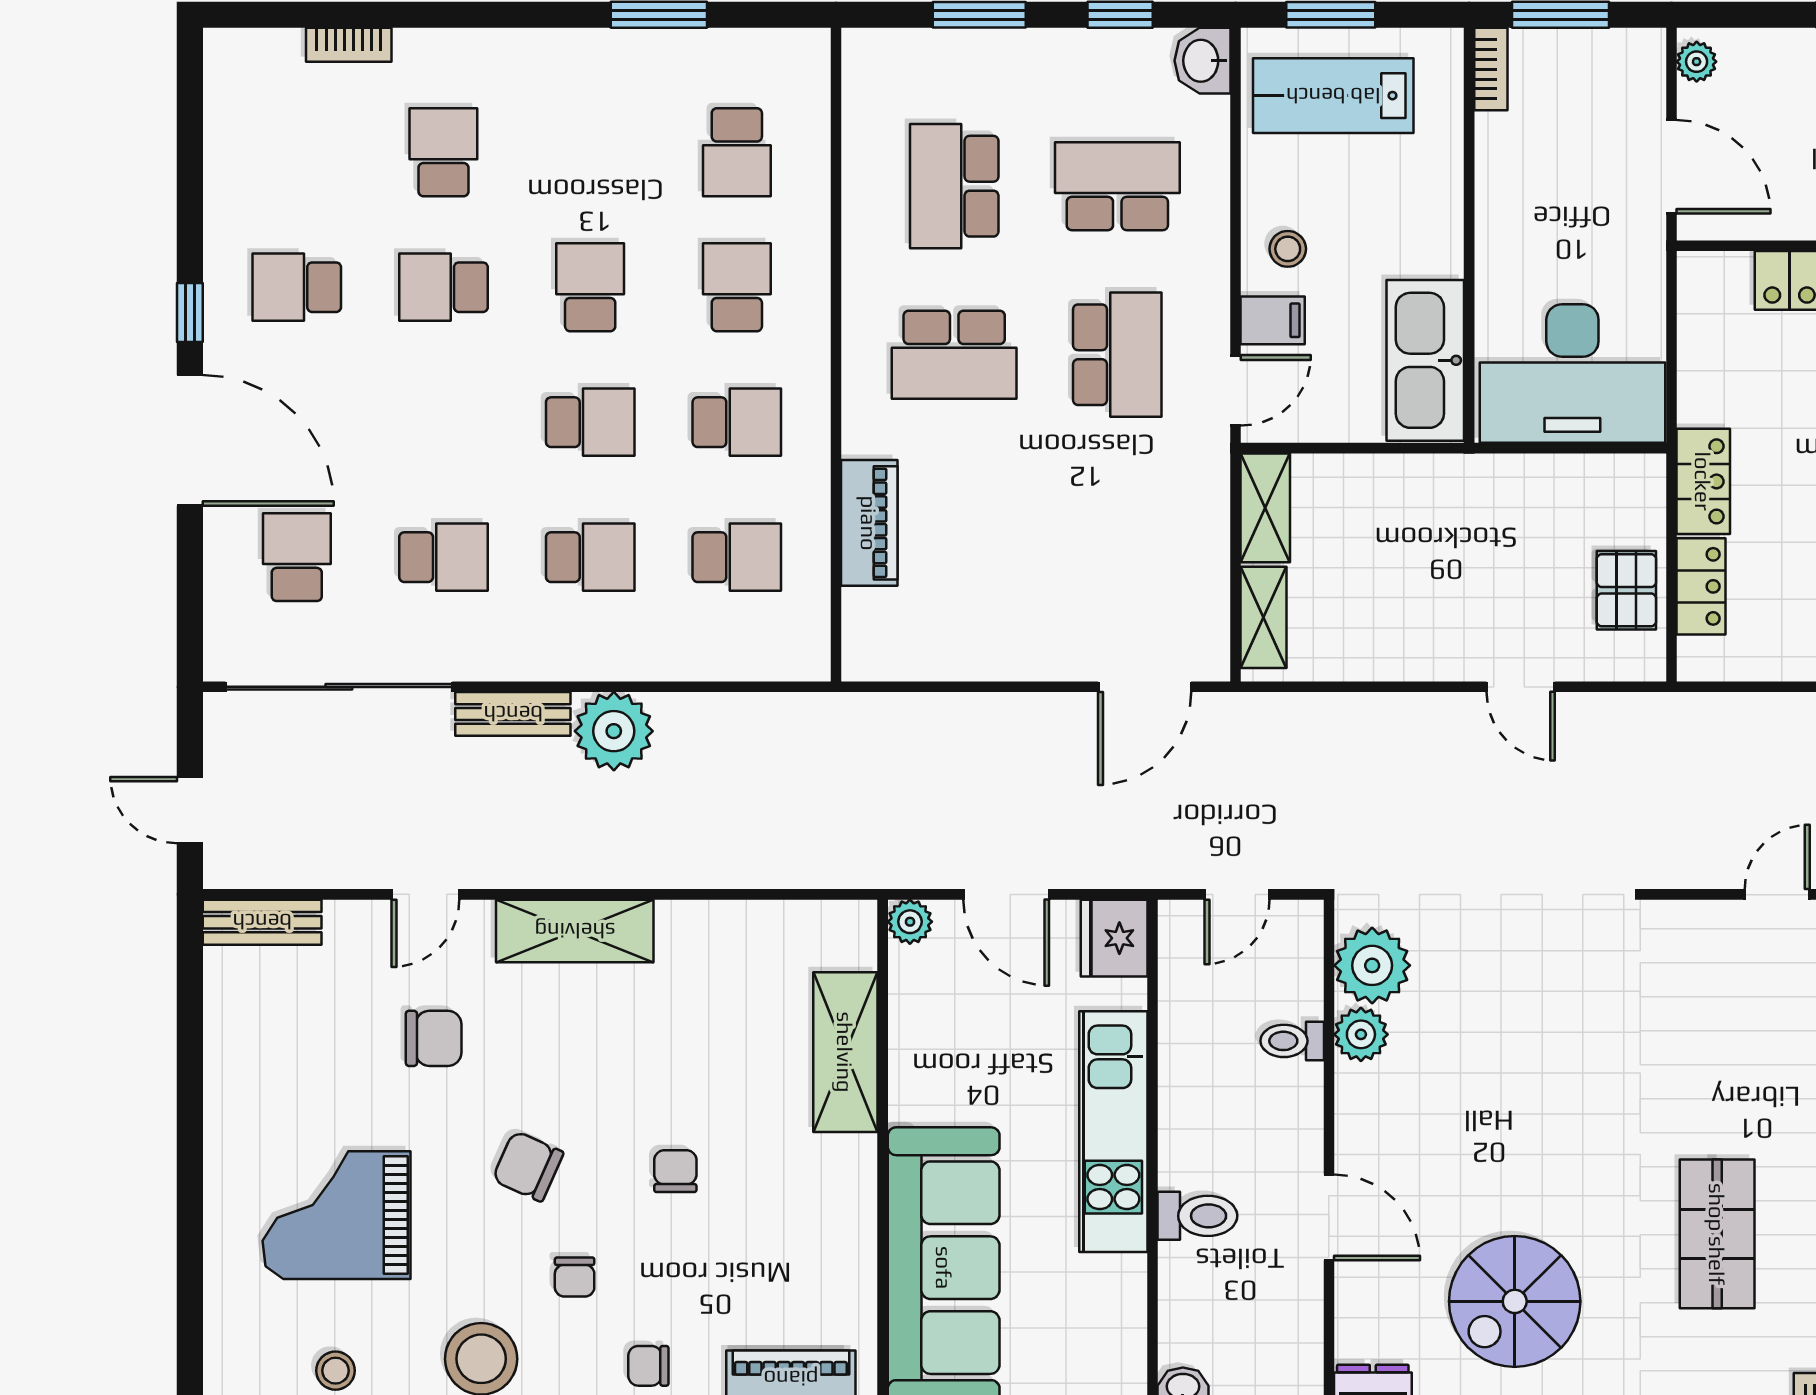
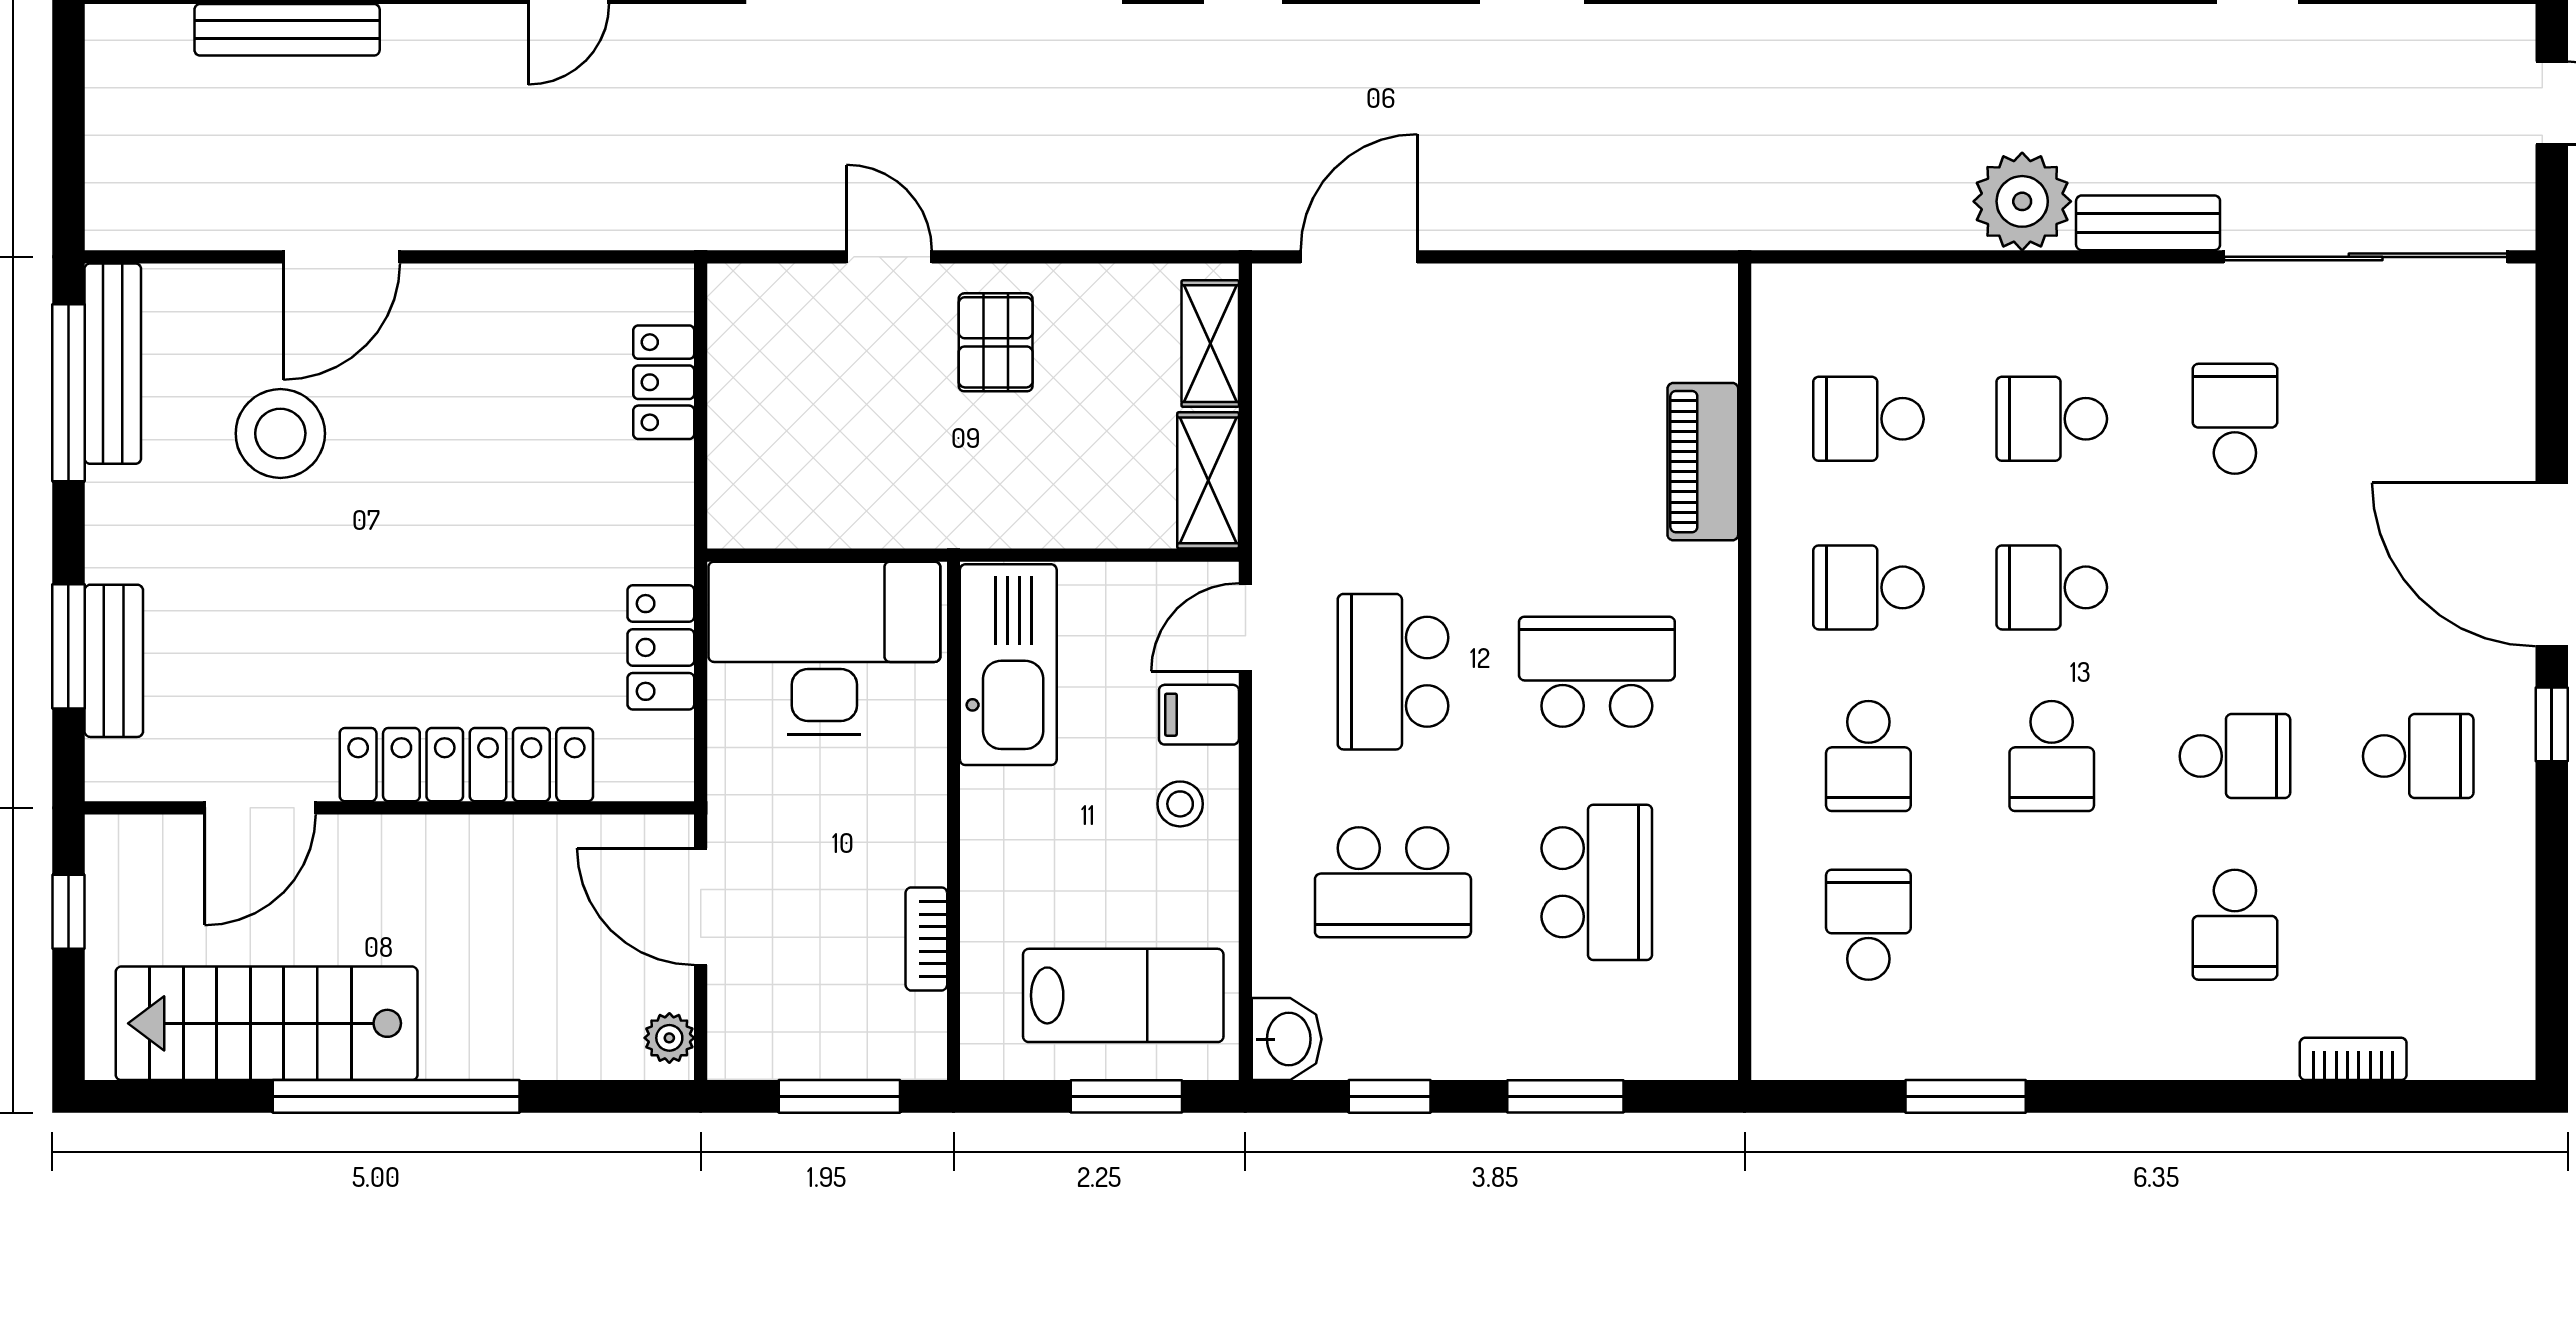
bookcase: (1491, 69) -> (926, 939), moved
locker: (1703, 481) -> (661, 647), moved
school desk: (297, 557) -> (2418, 419), removed
school desk: (443, 557) -> (2235, 419), turned 90
pallet: (1626, 590) -> (996, 342), moved

